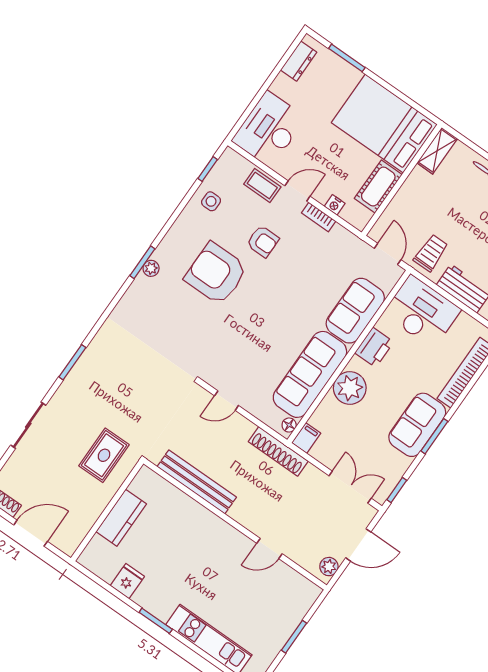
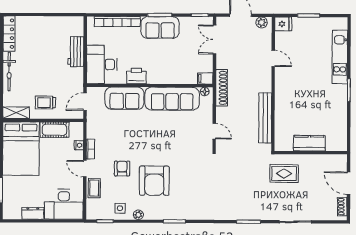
dresser: (299, 61) -> (33, 213), moved
trolley: (431, 253) -> (45, 103), moved
plant: (151, 268) -> (138, 215), moved
plant: (350, 388) -> (165, 74), removed
fridge: (127, 581) -> (283, 24), moved, turned 180

